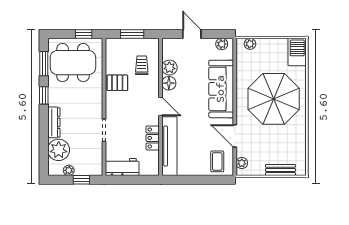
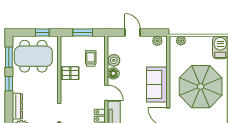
sofa: (221, 89) -> (157, 85), width x0.73

